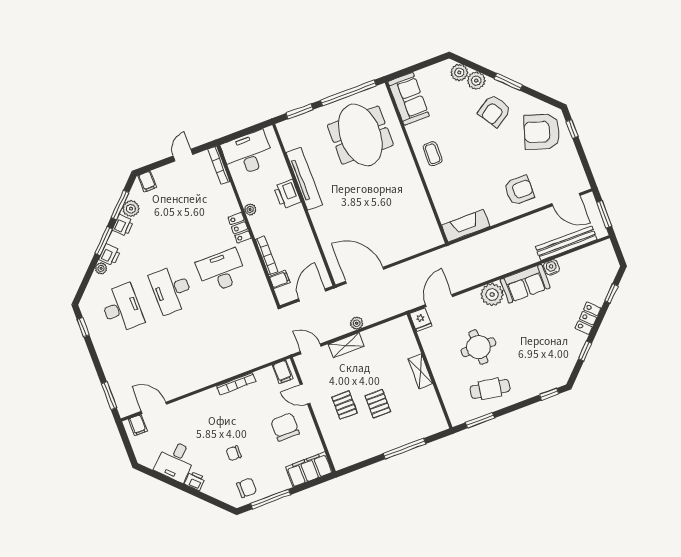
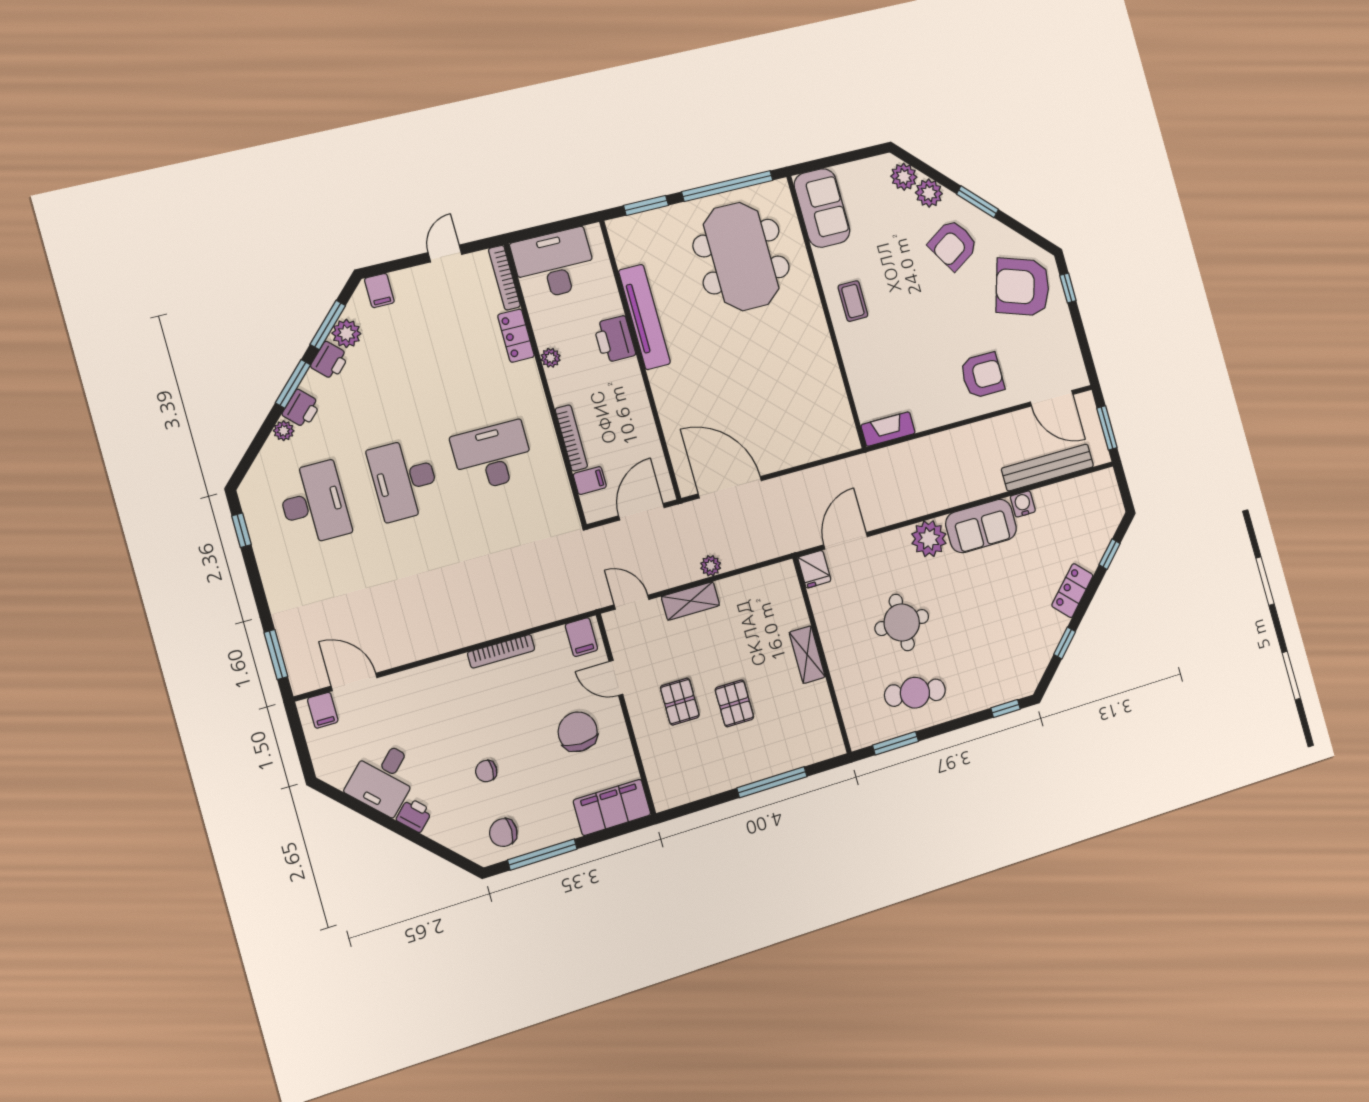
fireplace: (466, 226) -> (888, 429), width x0.73, depth x0.76
locker: (240, 228) -> (516, 336), moved
chair: (247, 488) -> (503, 833), turned 180

